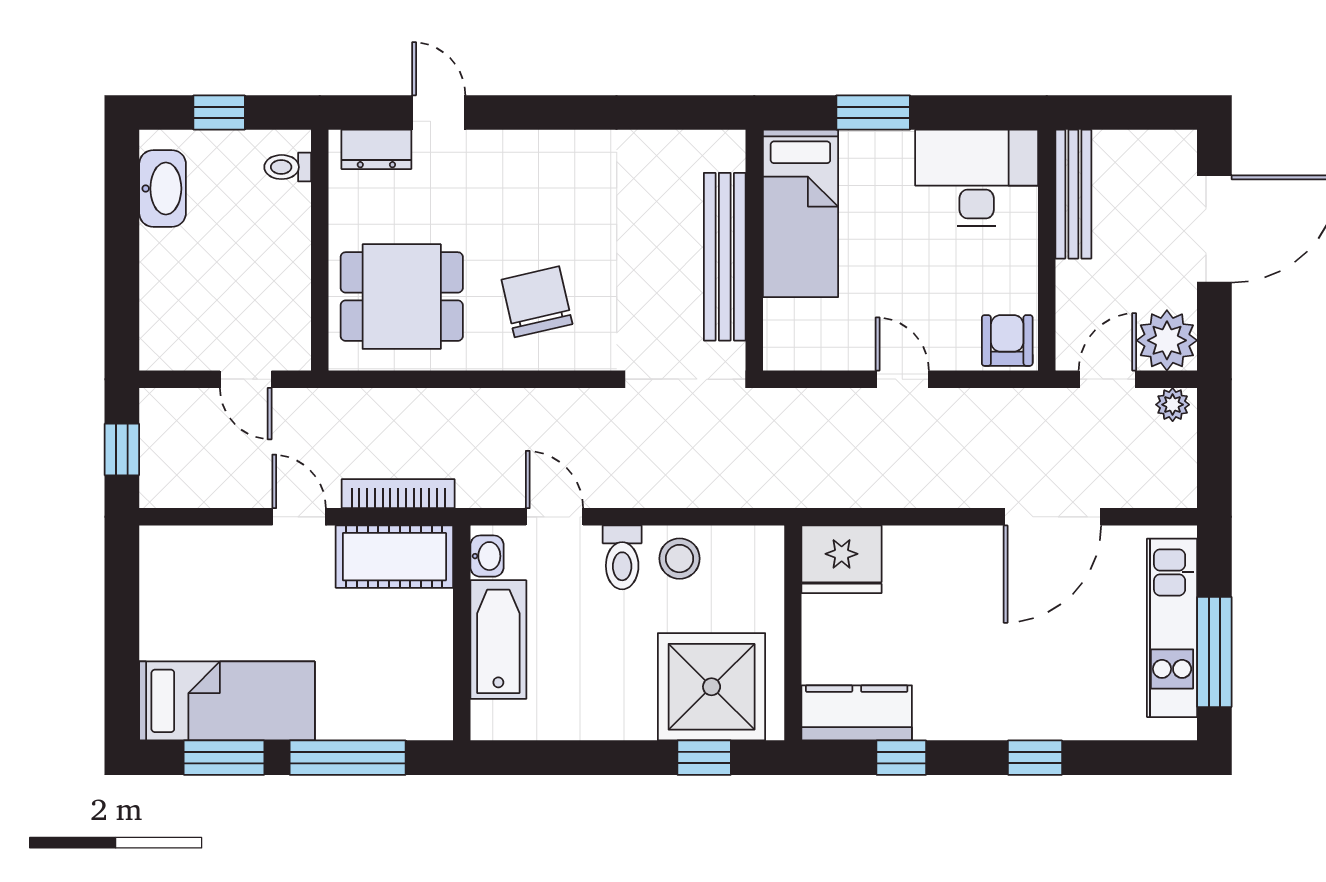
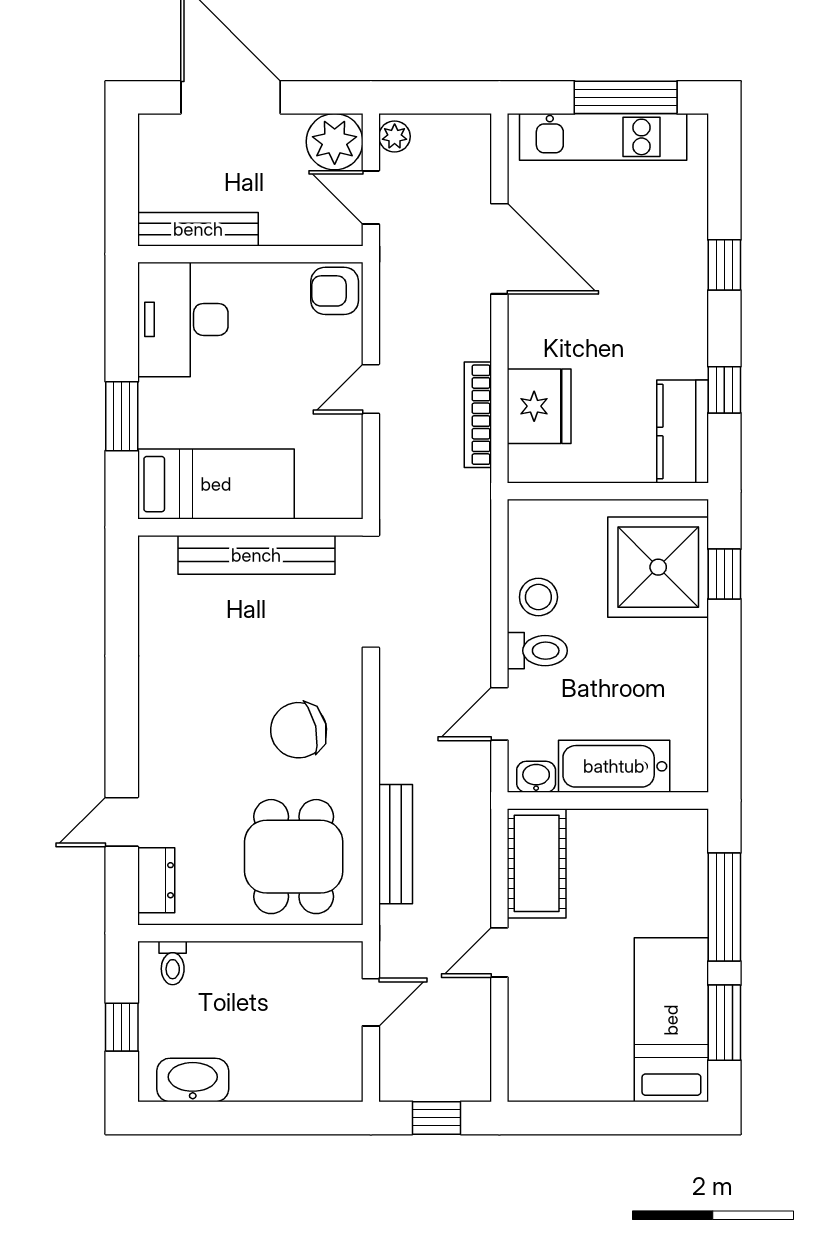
bench: (415, 406) -> (396, 844), added
bookcase: (398, 494) -> (478, 415), moved
fridge: (842, 559) -> (539, 406), moved

